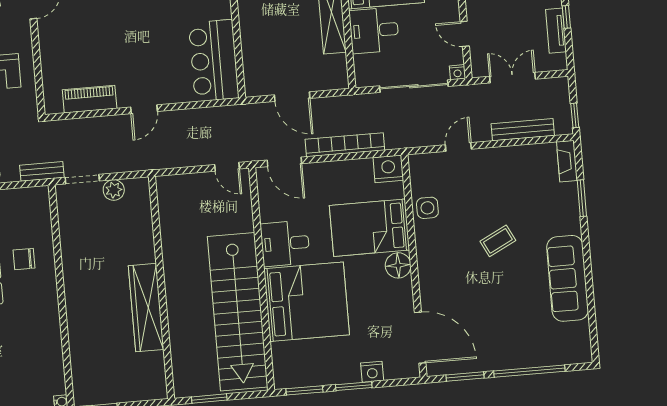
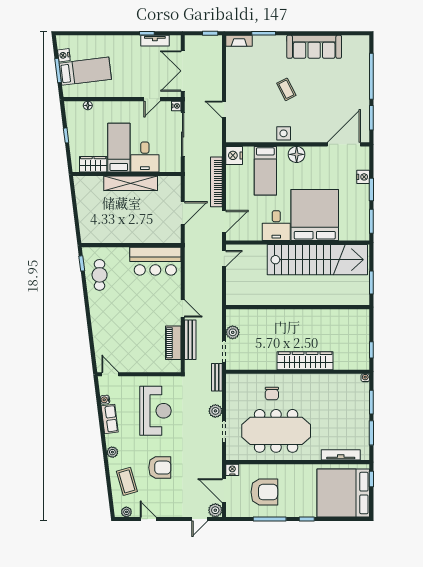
double door: (512, 78) -> (183, 71), width x1.37
bench: (523, 130) -> (190, 340), moved
side table: (427, 208) -> (284, 133), moved
bed: (370, 228) -> (265, 171), width x0.67
wardrobe: (146, 308) -> (305, 361), moved, turned 180

